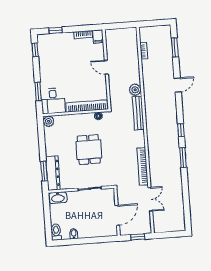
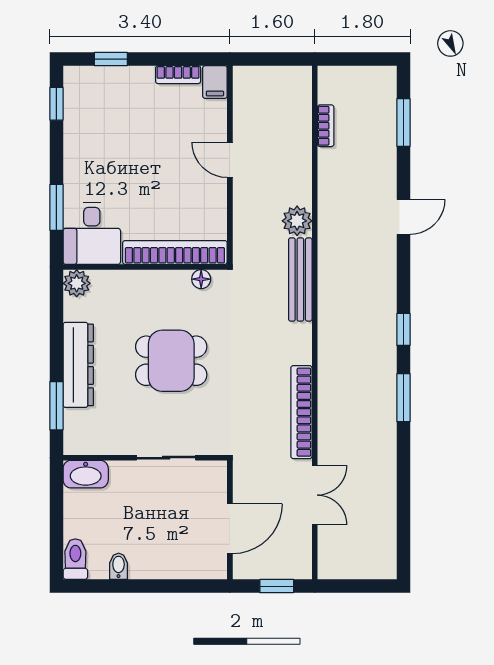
dining table: (89, 150) -> (171, 361), turned 90
dresser: (53, 173) -> (78, 365), moved

